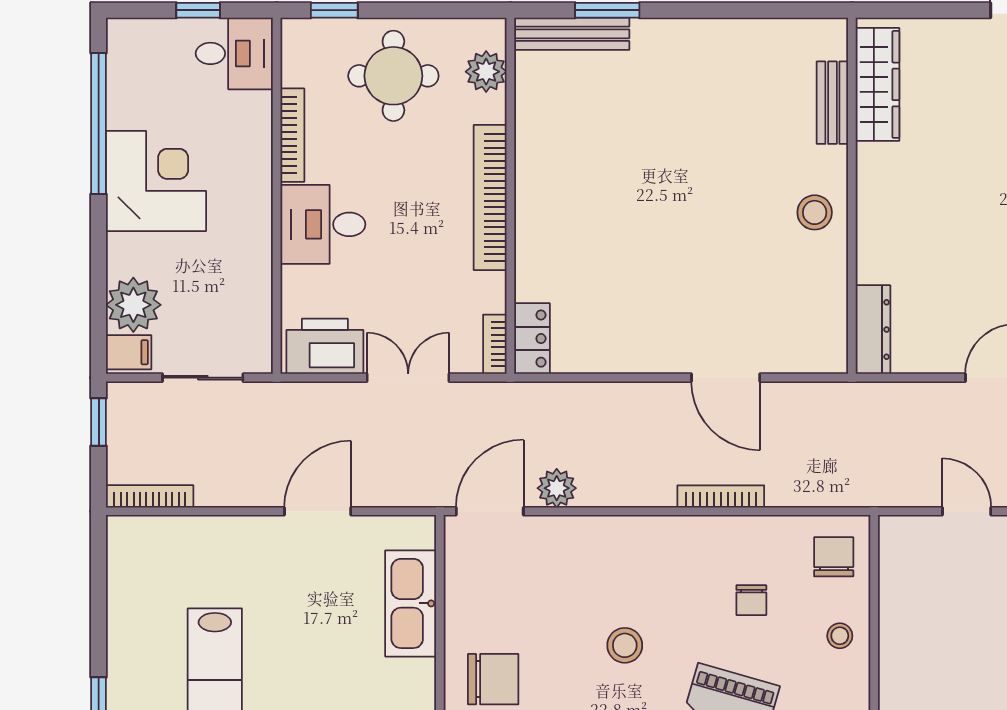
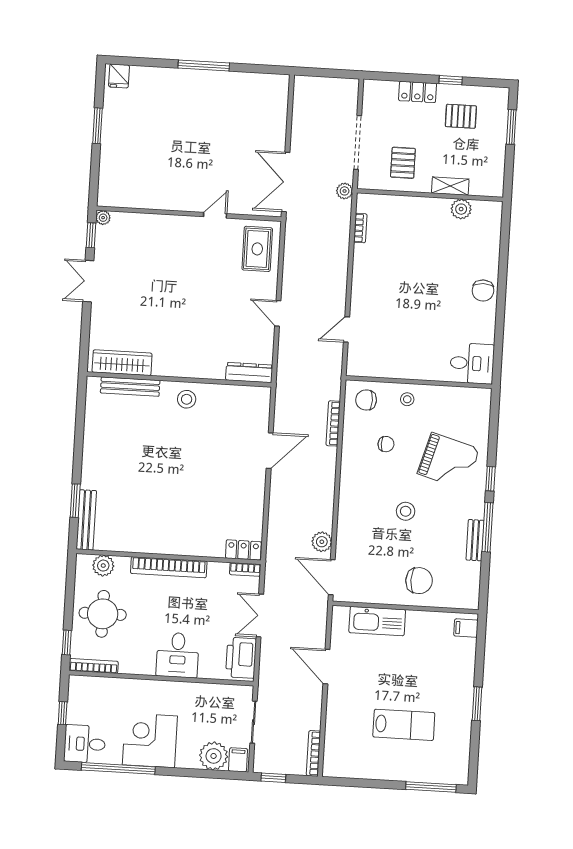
desk: (234, 53) -> (85, 744), moved, turned -90
bench: (832, 103) -> (130, 387), width x1.36
bookcase: (292, 135) -> (94, 666), moved
bookcase: (721, 496) -> (333, 423), moved
chair: (493, 679) -> (419, 581), turned 90

